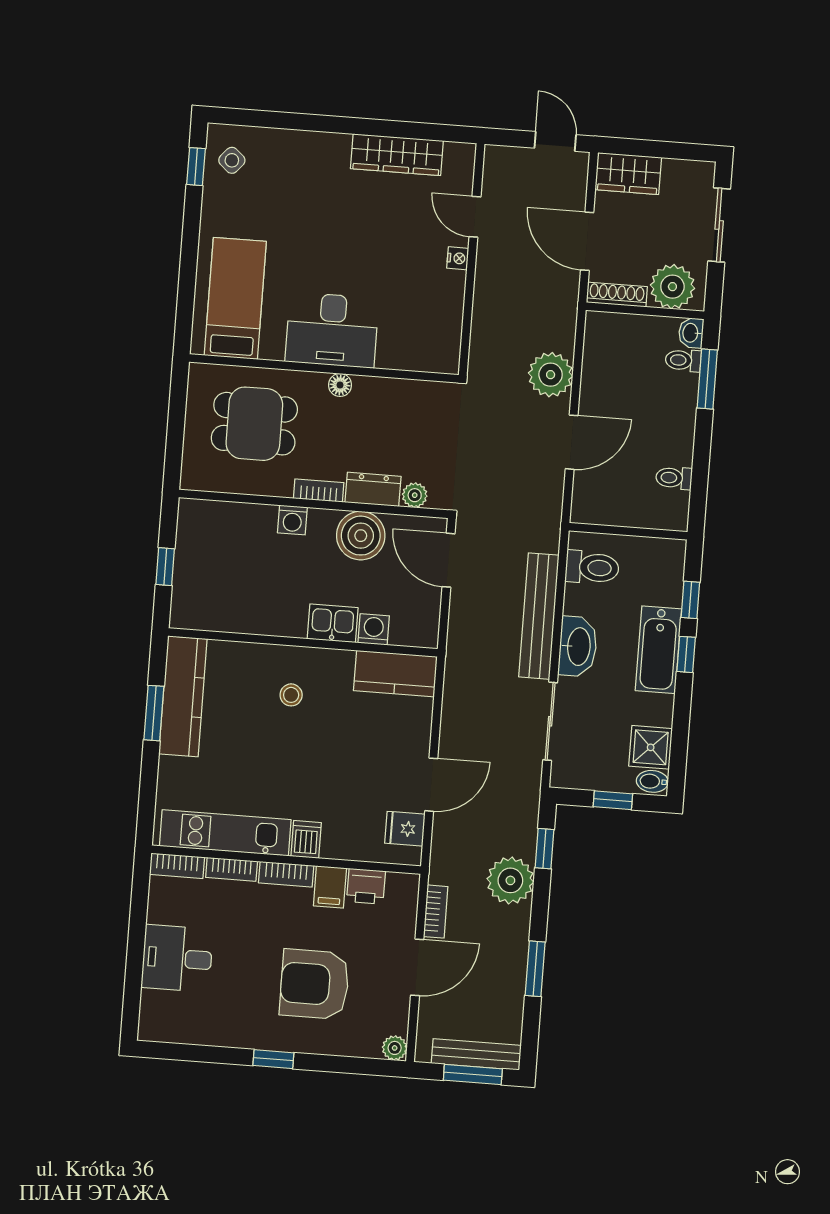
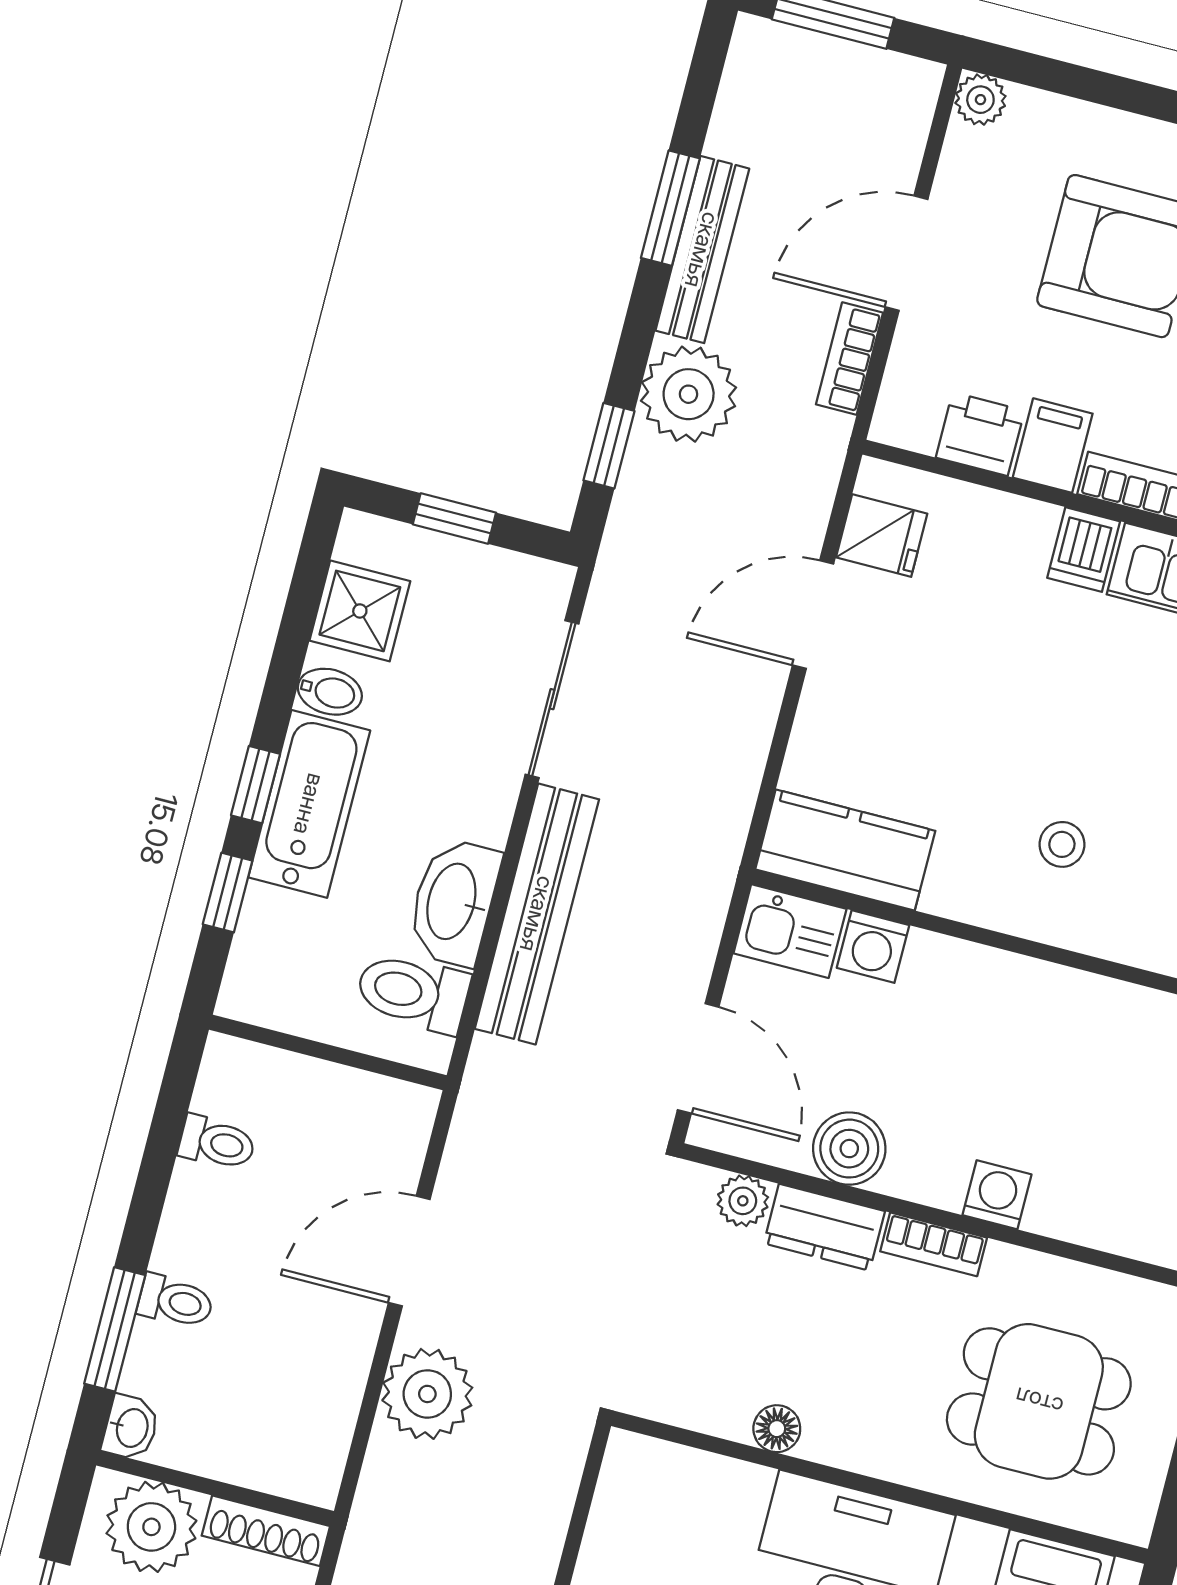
toilet: (683, 360) -> (175, 1301), moved
floor lamp: (340, 385) -> (777, 1429), moved
boiler: (361, 536) -> (849, 1149), width x0.73, depth x0.73
kitchen sink: (333, 623) -> (790, 931), moved
washbasin: (578, 646) -> (454, 902), moved
bidet: (652, 781) -> (330, 692), moved
bench: (476, 1054) -> (702, 250), moved, turned 90

